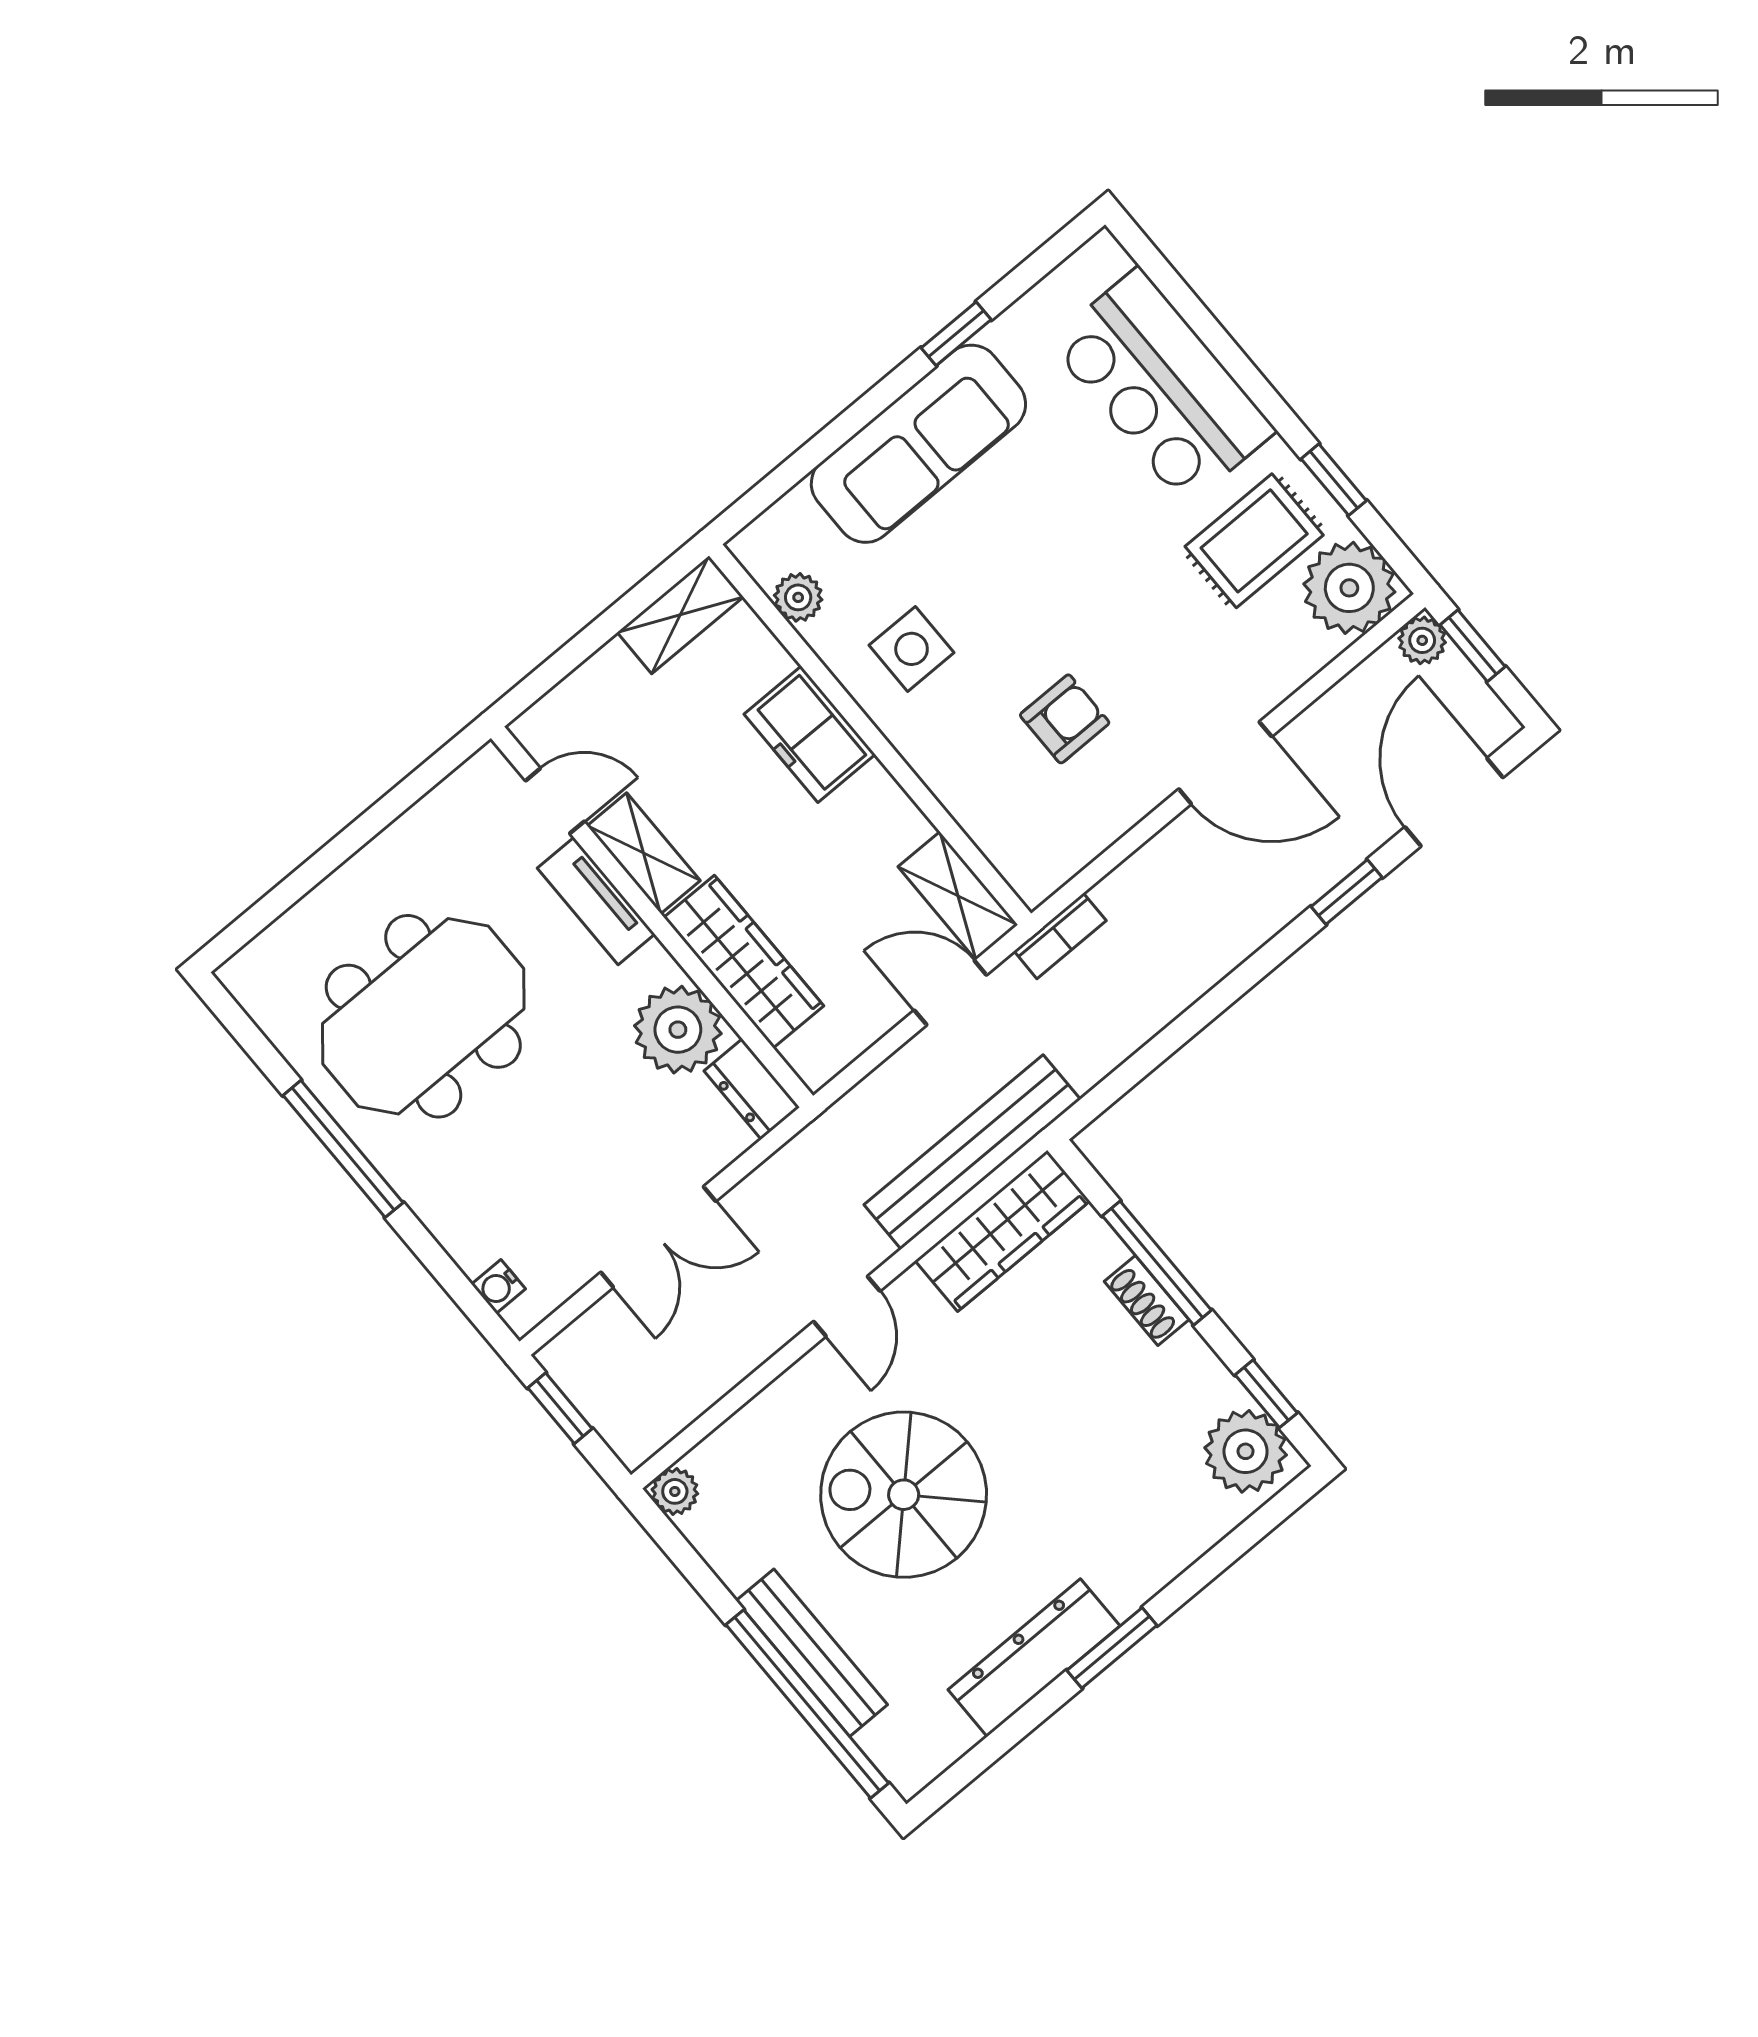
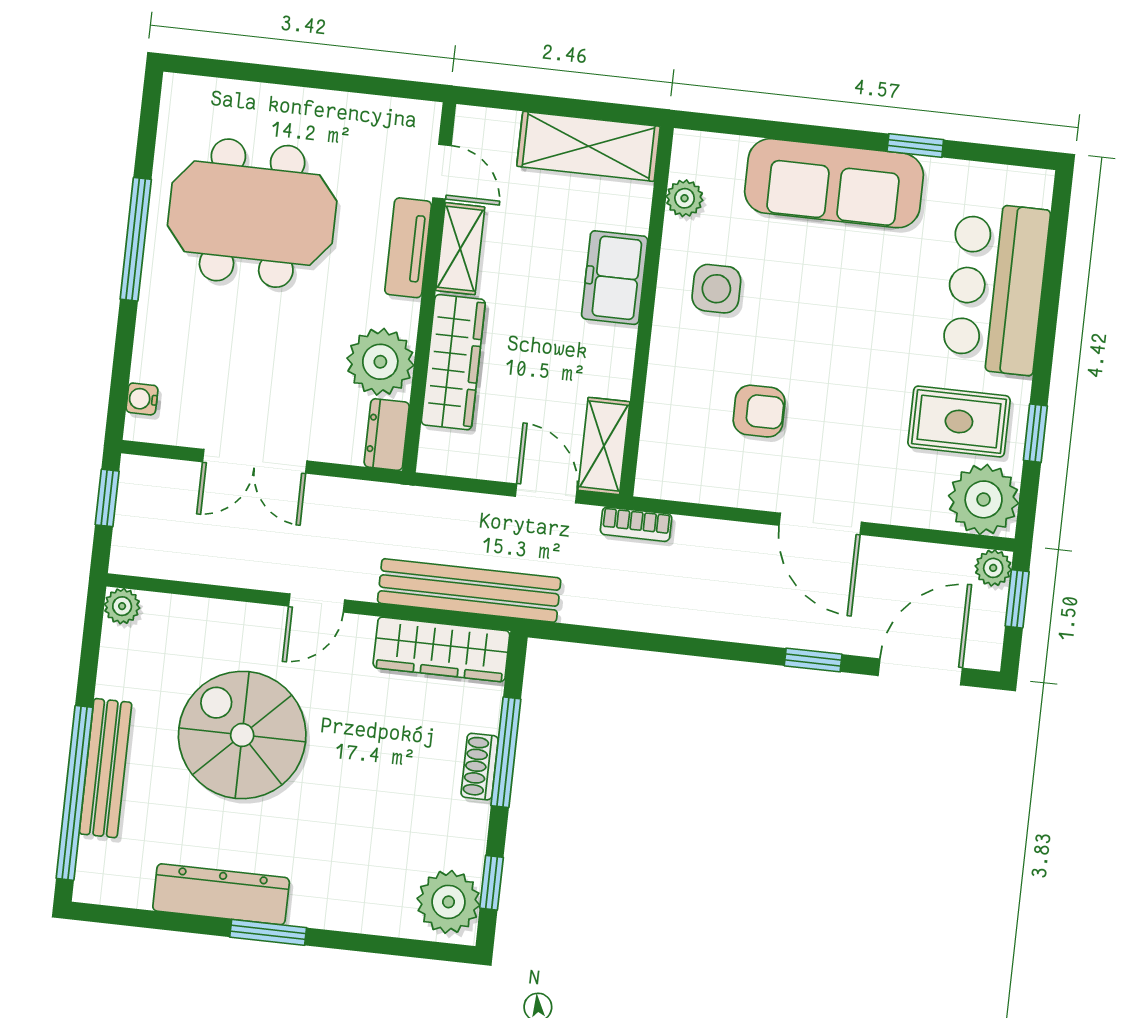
shelving: (680, 615) -> (589, 146), width x1.50, depth x1.33

